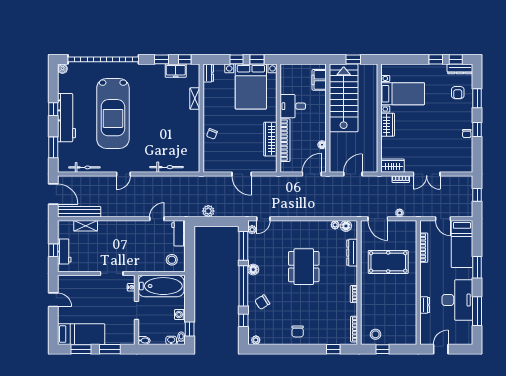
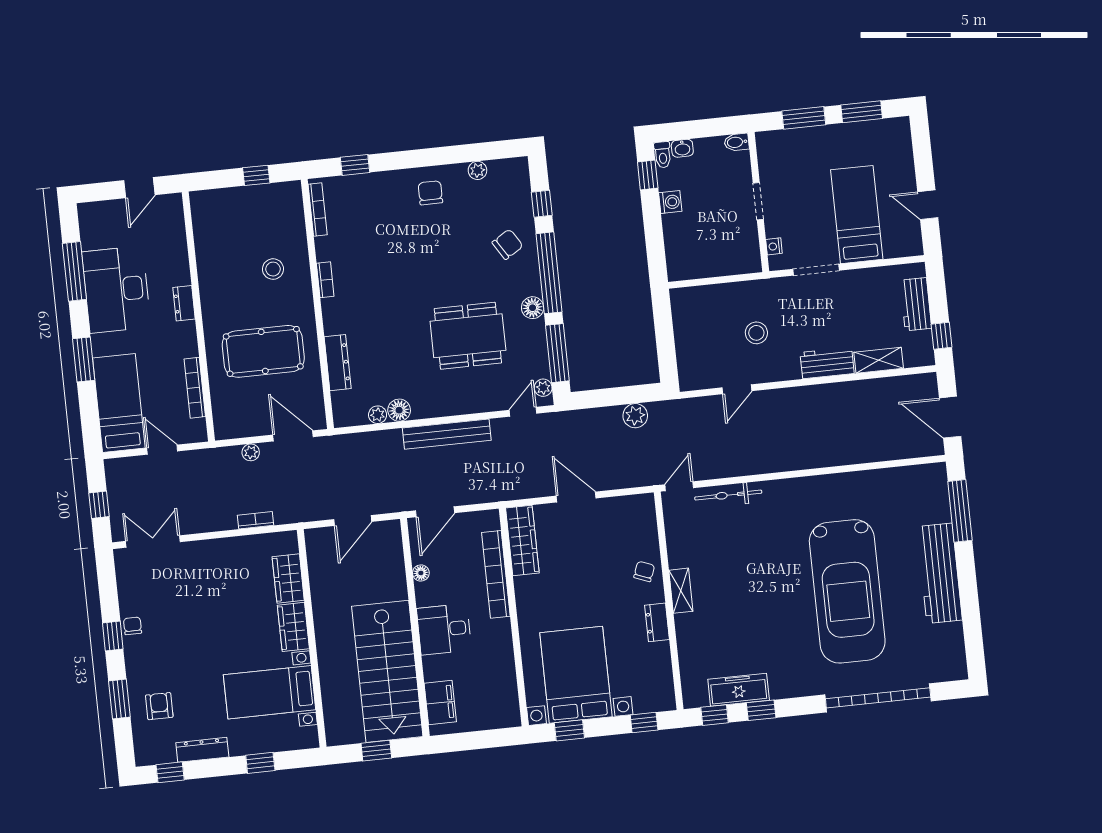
garage door: (103, 59) -> (878, 698), width x0.73
window: (236, 59) -> (644, 723), moved
window: (436, 59) -> (260, 763), moved
boiler: (62, 69) -> (958, 671), removed
dresser: (460, 69) -> (202, 750), moved
freezer: (176, 71) -> (739, 690), width x1.40
dresser: (208, 73) -> (657, 622), moved
shelving: (195, 99) -> (681, 591), moved
desk: (293, 106) -> (444, 629), moved, turned 180
window: (53, 109) -> (968, 588), removed
car: (113, 114) -> (847, 591), turned 180
wardrobe: (270, 139) -> (522, 540), moved
window: (53, 147) -> (960, 511), width x1.44
wardrobe: (393, 166) -> (288, 578), moved, turned 90
bicycle: (84, 167) -> (893, 477), removed
door: (123, 174) -> (679, 486), moved
double door: (427, 174) -> (153, 541), moved
bench: (79, 212) -> (447, 434), moved
floor lamp: (346, 226) -> (399, 410), moved
workbench: (179, 233) -> (827, 363), moved, turned -90
window: (53, 250) -> (942, 336), moved
stool: (172, 260) -> (756, 333), moved
dining table: (304, 267) -> (468, 336), moved, turned 90
bathtub: (161, 286) -> (714, 255), removed
dresser: (425, 305) -> (184, 303), moved
bed: (81, 334) -> (857, 215), moved, turned 90
stool: (376, 334) -> (273, 269), moved
plant: (256, 340) -> (477, 170), moved

